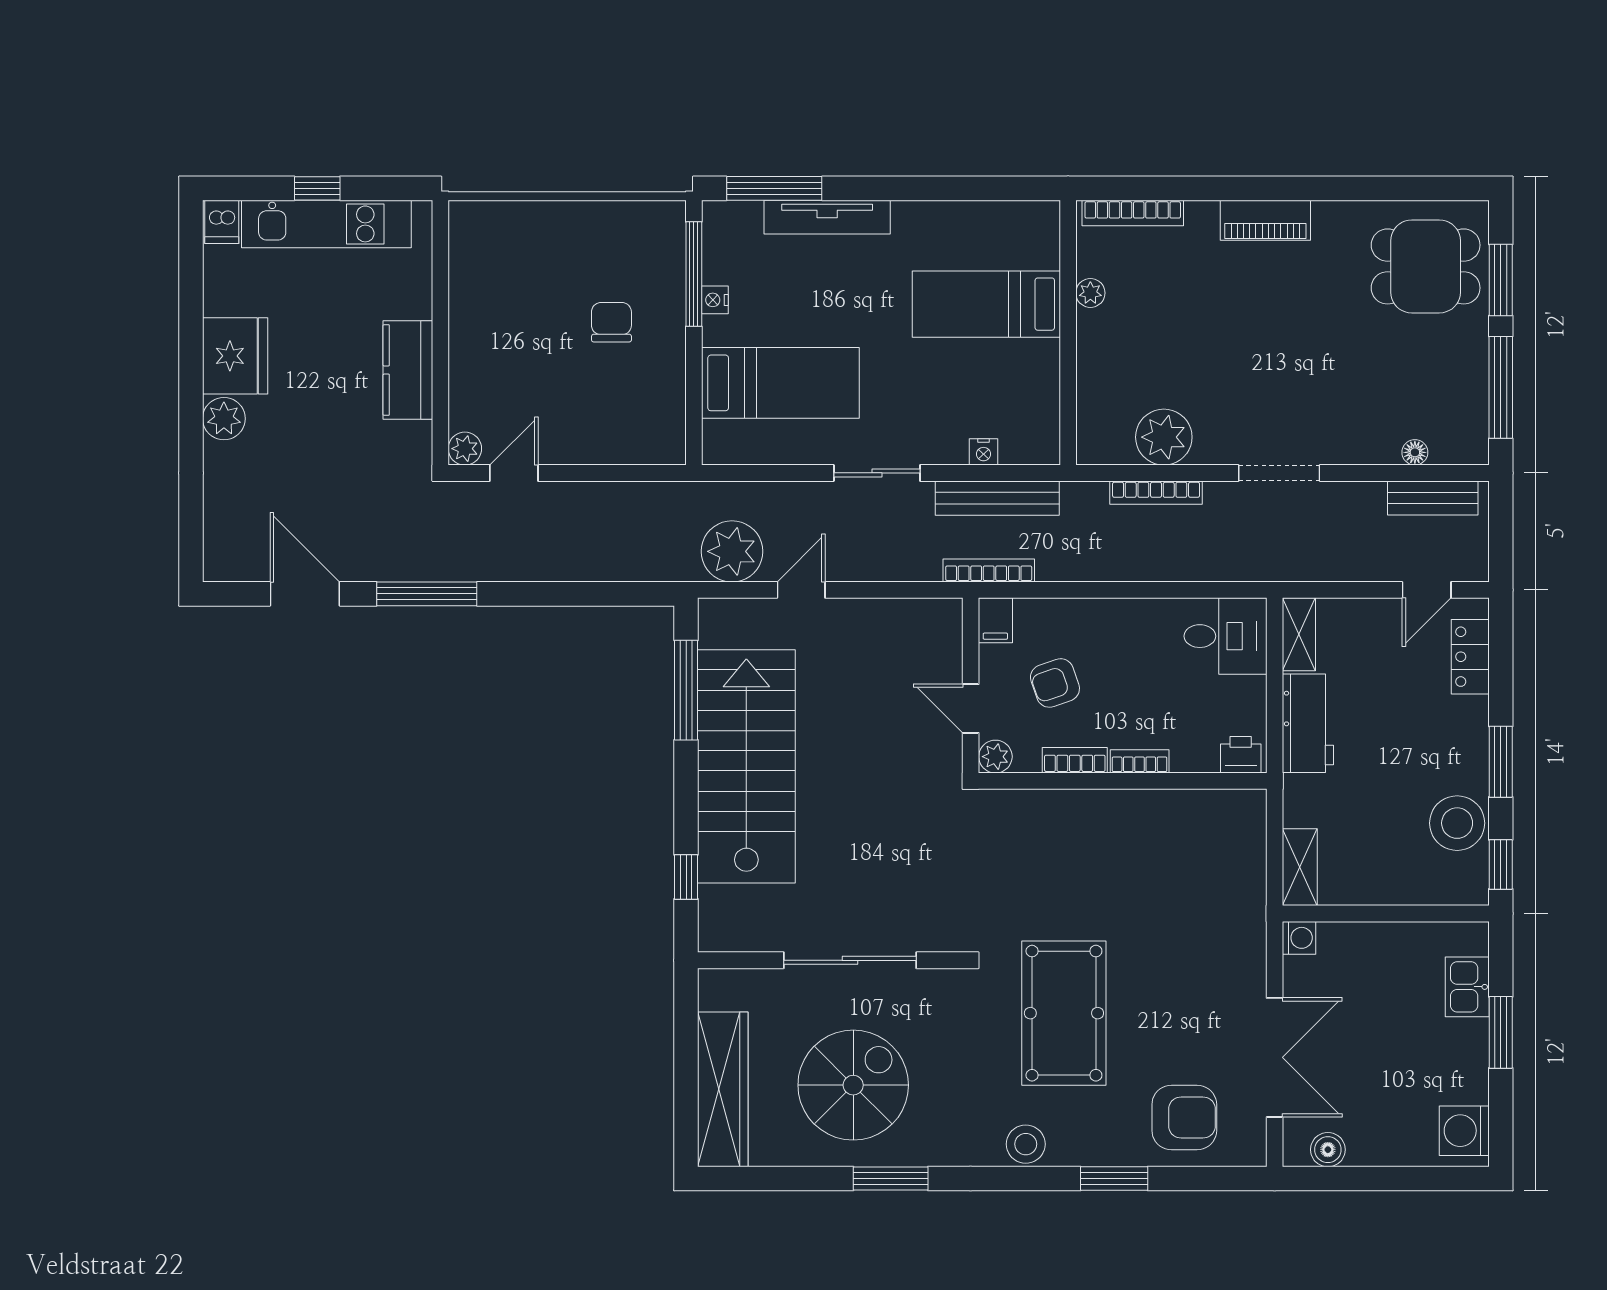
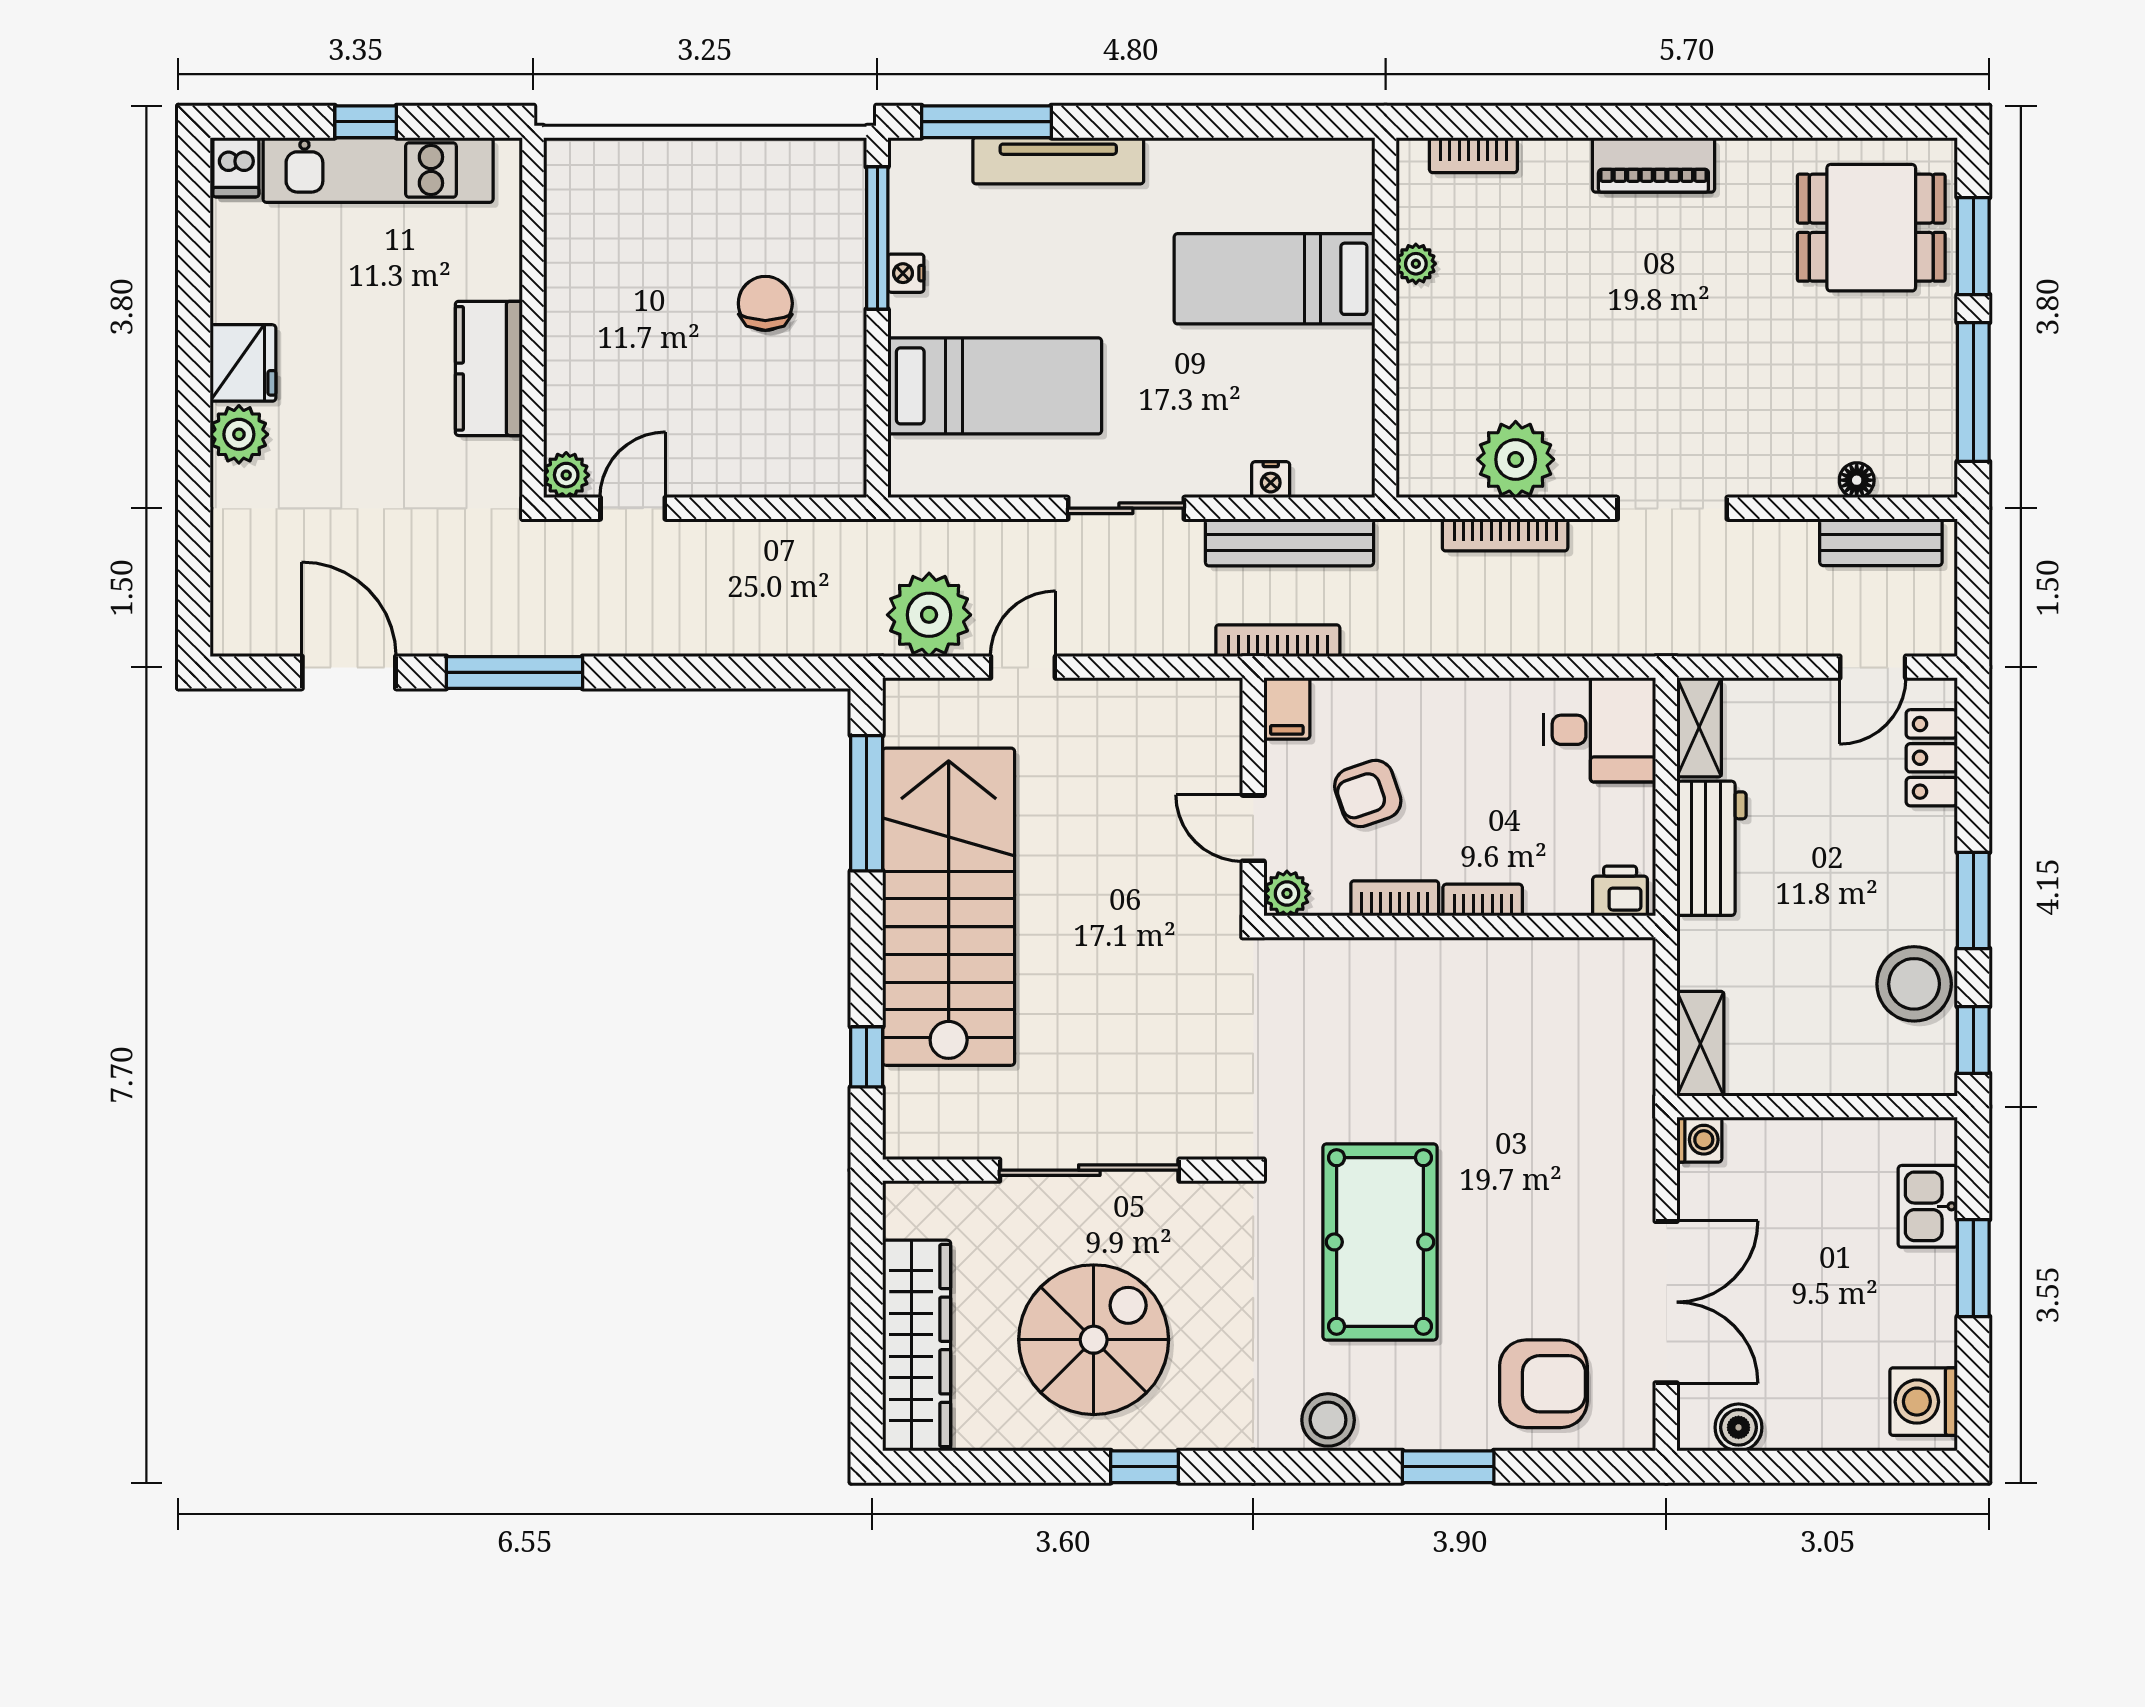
bookcase: (1133, 213) -> (1473, 155), width x0.64
fridge: (235, 356) -> (243, 363), width x0.73, depth x0.75
window: (891, 1179) -> (1145, 1467), width x0.67

